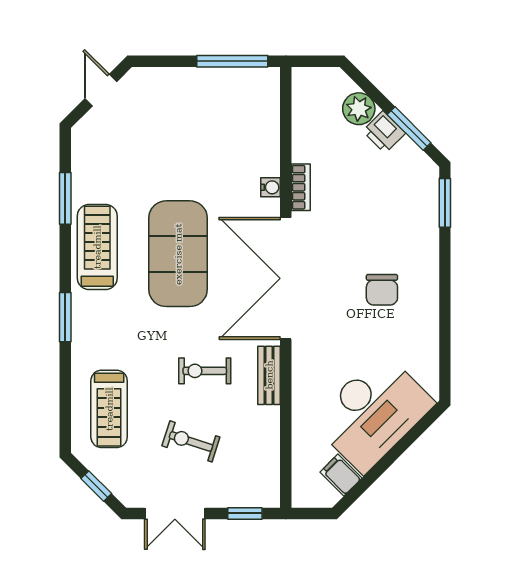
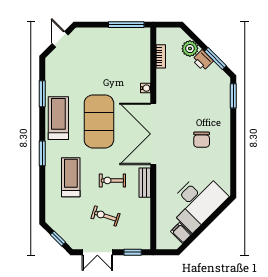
bookcase: (301, 187) -> (161, 56), moved
treadmill: (109, 409) -> (71, 177), moved, turned 180

